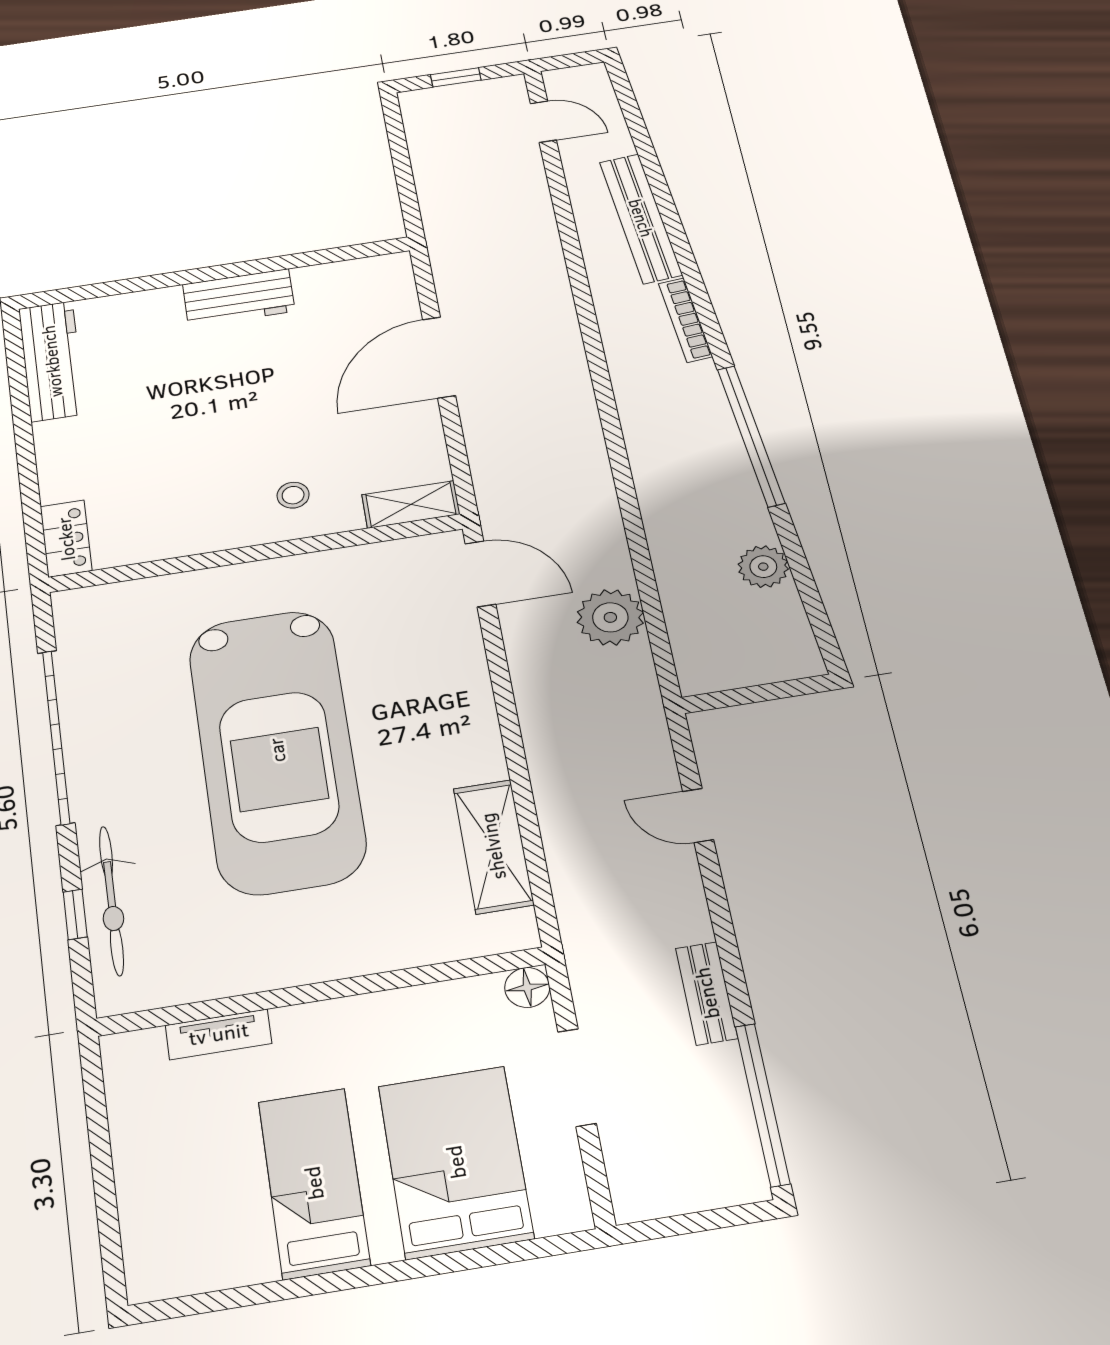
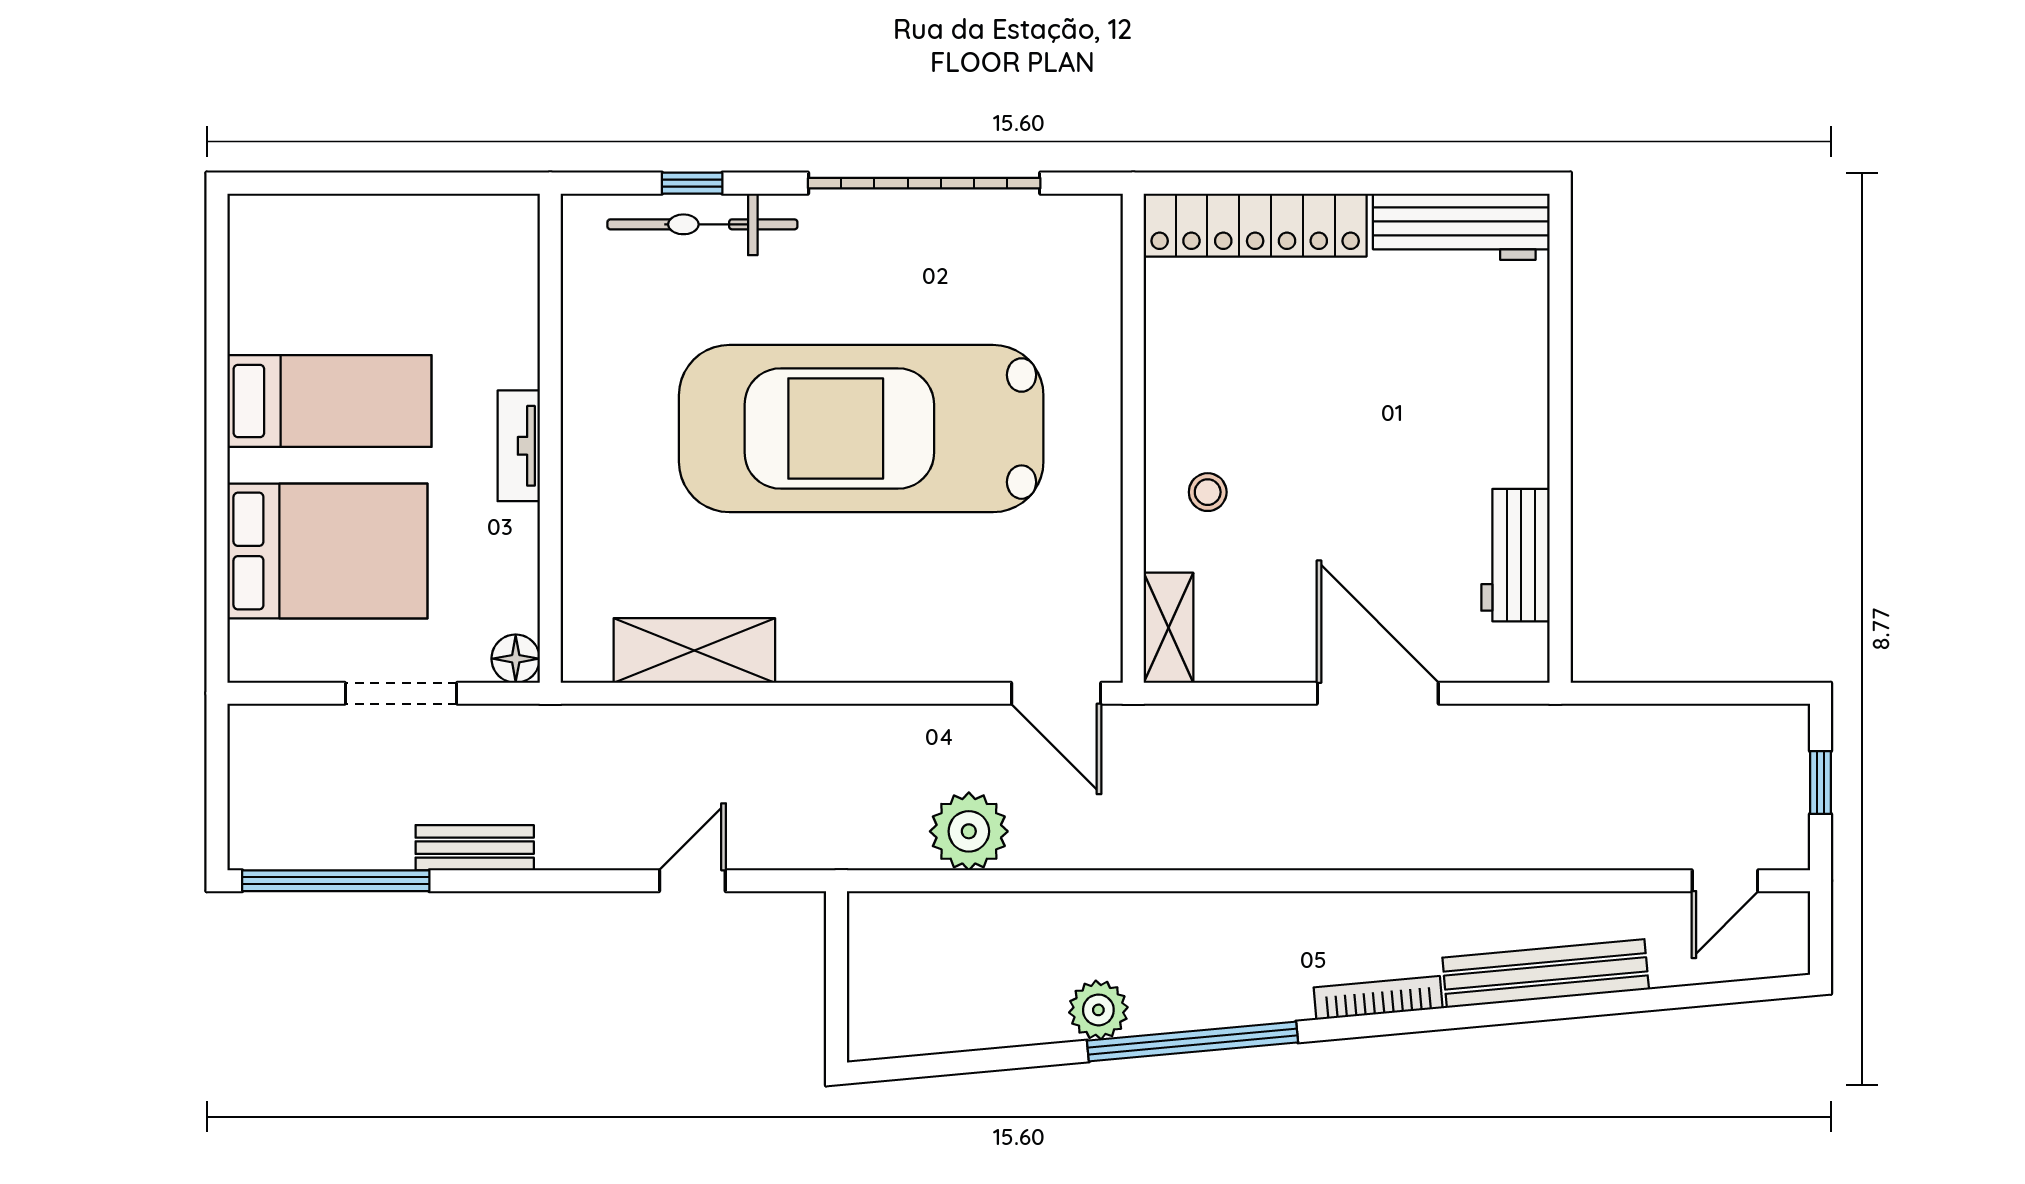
workbench: (239, 298) -> (1516, 555), moved
locker: (66, 539) -> (1255, 225), width x2.16, depth x1.21
plant: (763, 567) -> (1098, 1010), moved
door: (480, 574) -> (1056, 693), hinge flipped
tv unit: (219, 1034) -> (519, 446), moved

